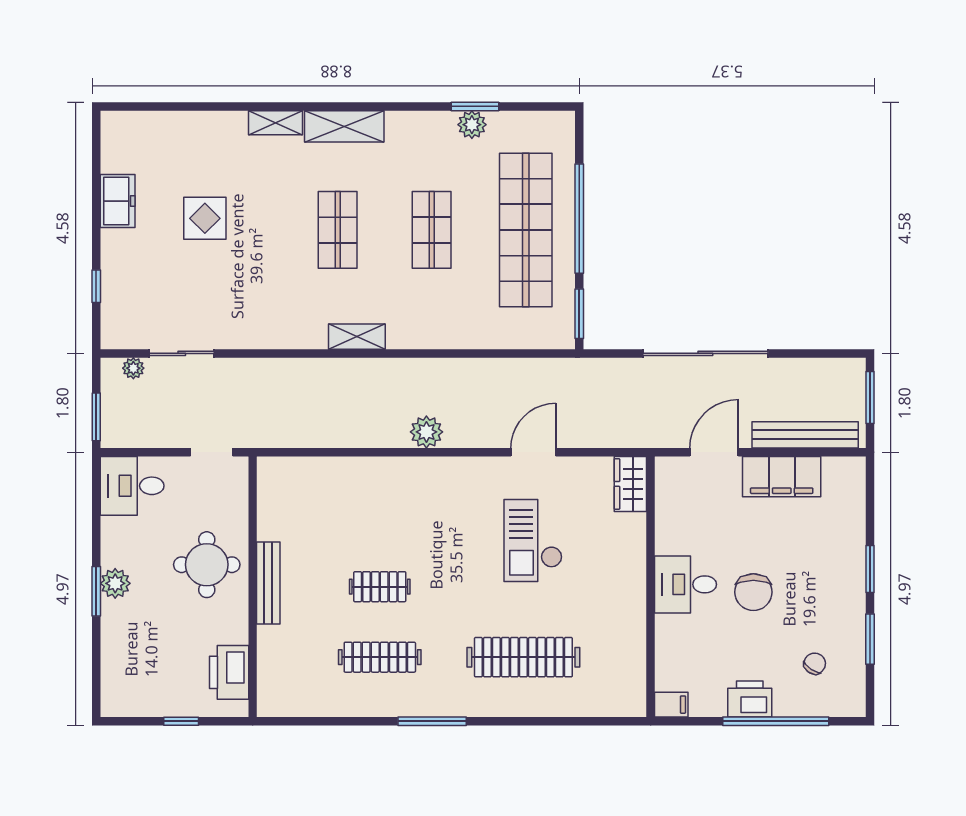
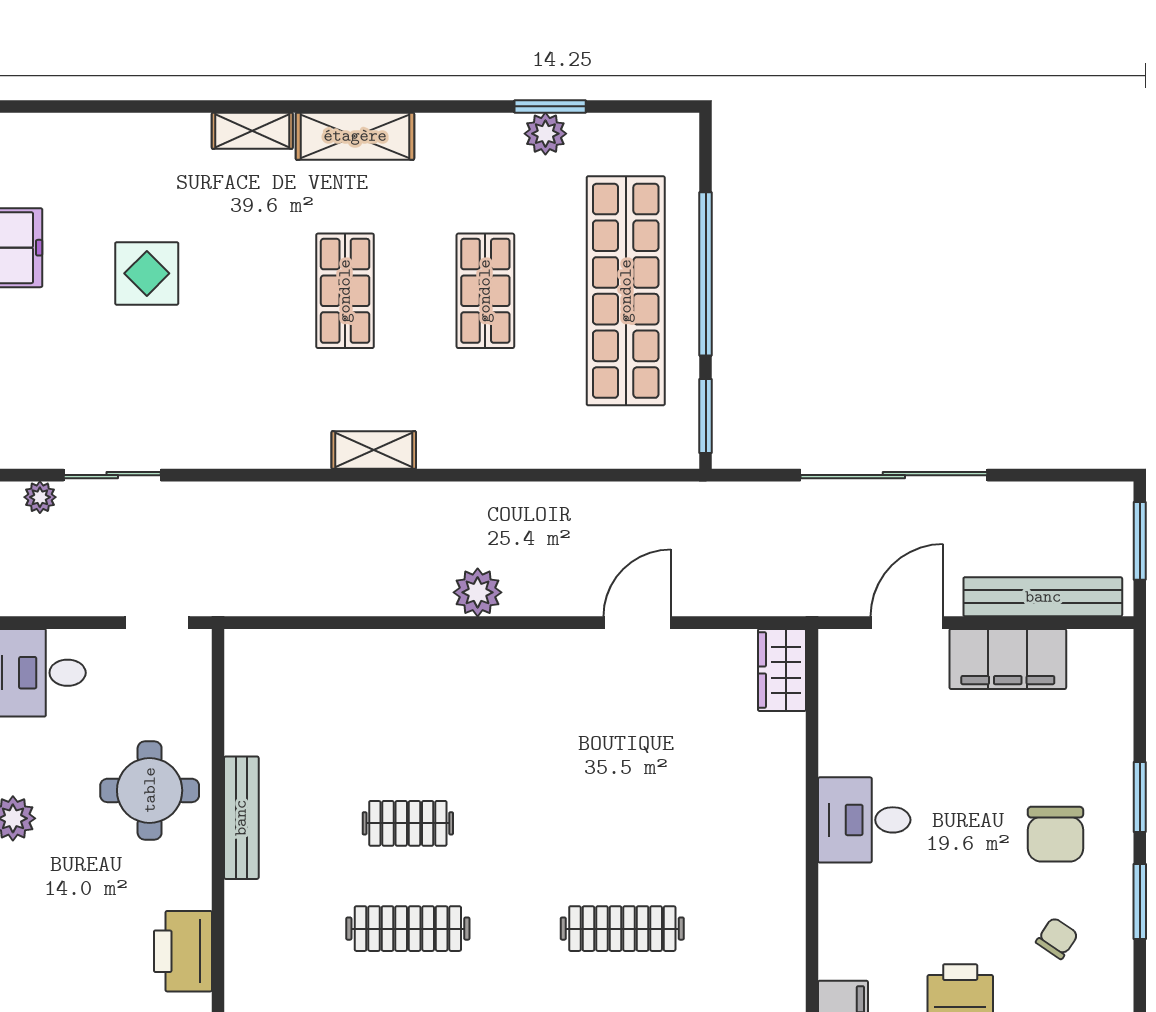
checkout: (533, 540) -> (637, 754), removed
chair: (753, 592) -> (1055, 834), moved
clothes rail: (523, 657) -> (622, 929), width x0.73, depth x0.76

